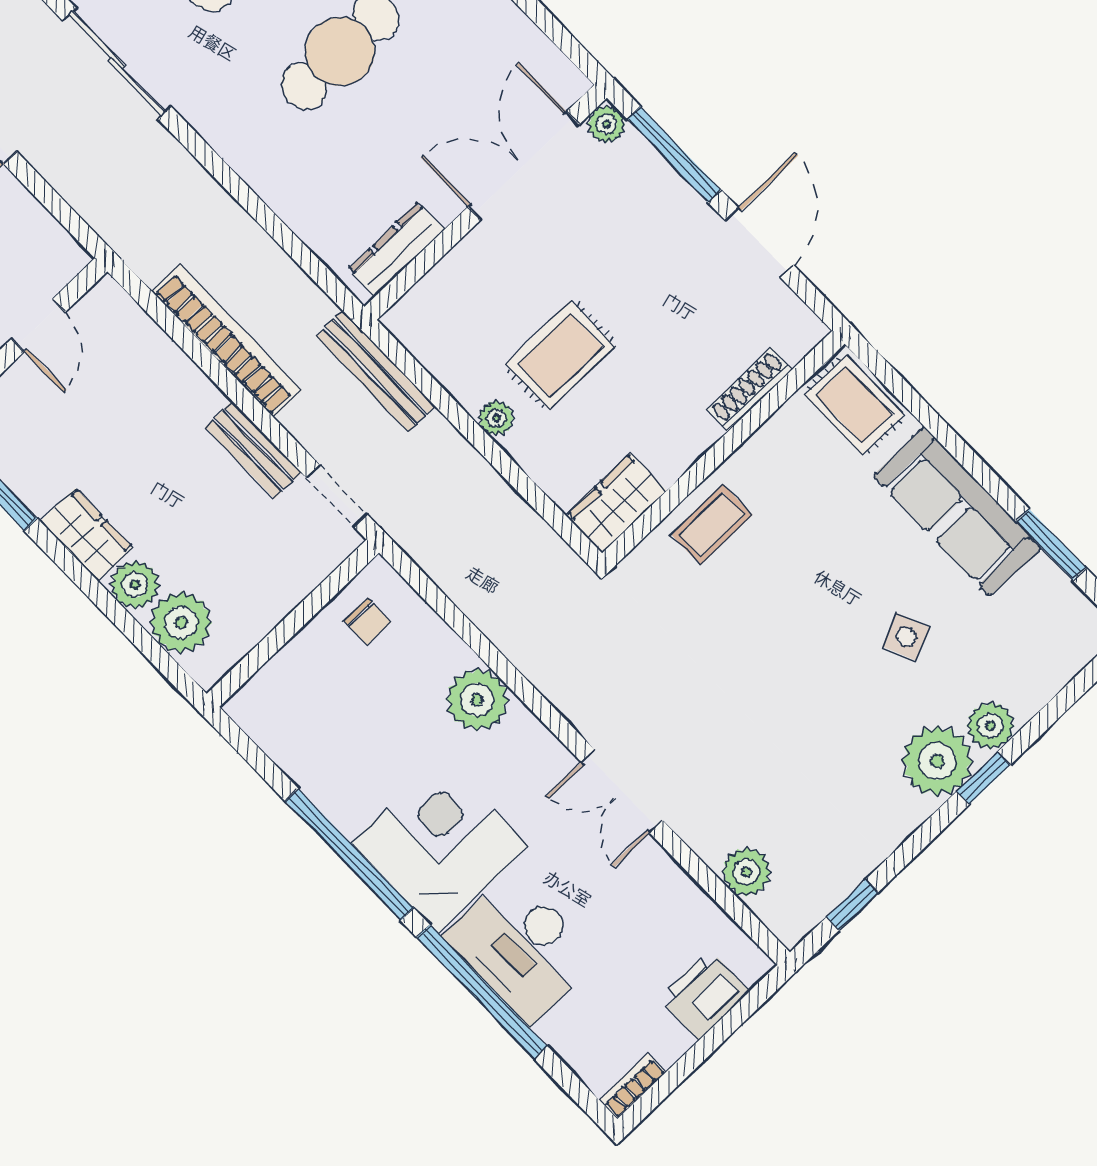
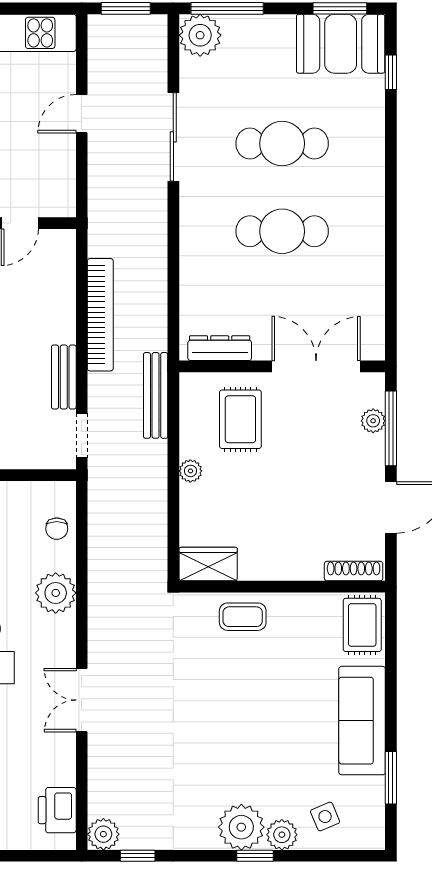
plant: (606, 124) -> (373, 421), moved
rug: (560, 355) -> (240, 419), moved, turned 90
shoe rack: (750, 390) -> (354, 571), moved
chair: (368, 622) -> (57, 529), moved
side table: (906, 637) -> (325, 817), moved
plant: (746, 872) -> (103, 834), moved
printer: (704, 995) -> (57, 810), moved, turned -90

